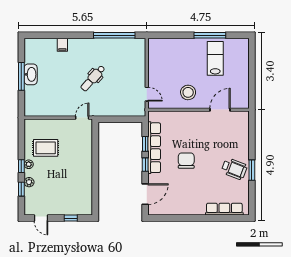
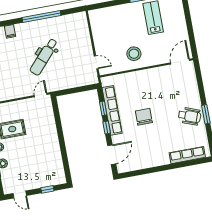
window: (114, 35) -> (41, 16), moved
dental chair: (93, 78) -> (44, 57), width x1.36, depth x1.38
door: (220, 110) -> (180, 62), moved

